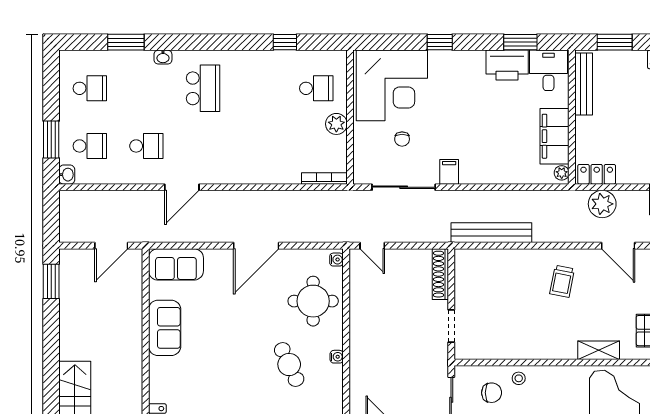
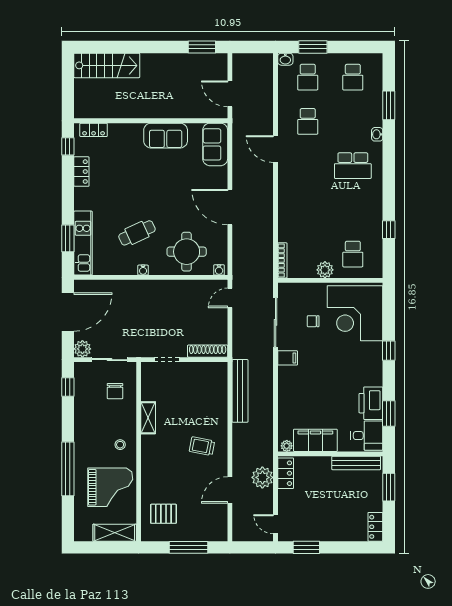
shelving: (599, 350) -> (148, 418), moved
stool: (519, 378) -> (120, 445), moved

